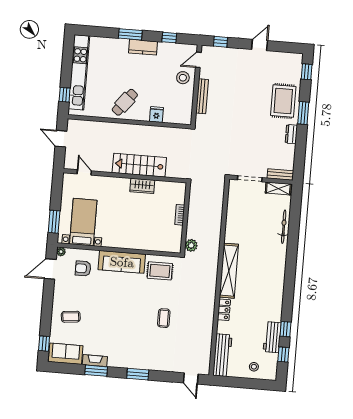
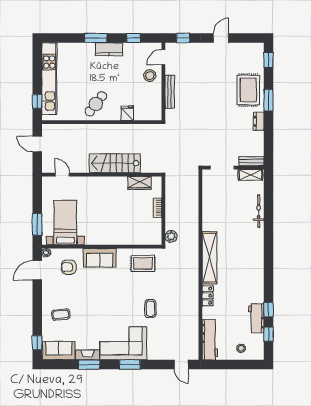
wardrobe: (142, 186) -> (140, 183), moved
sofa: (122, 262) -> (100, 258), width x0.73
corner sofa: (133, 352) -> (123, 343), added

